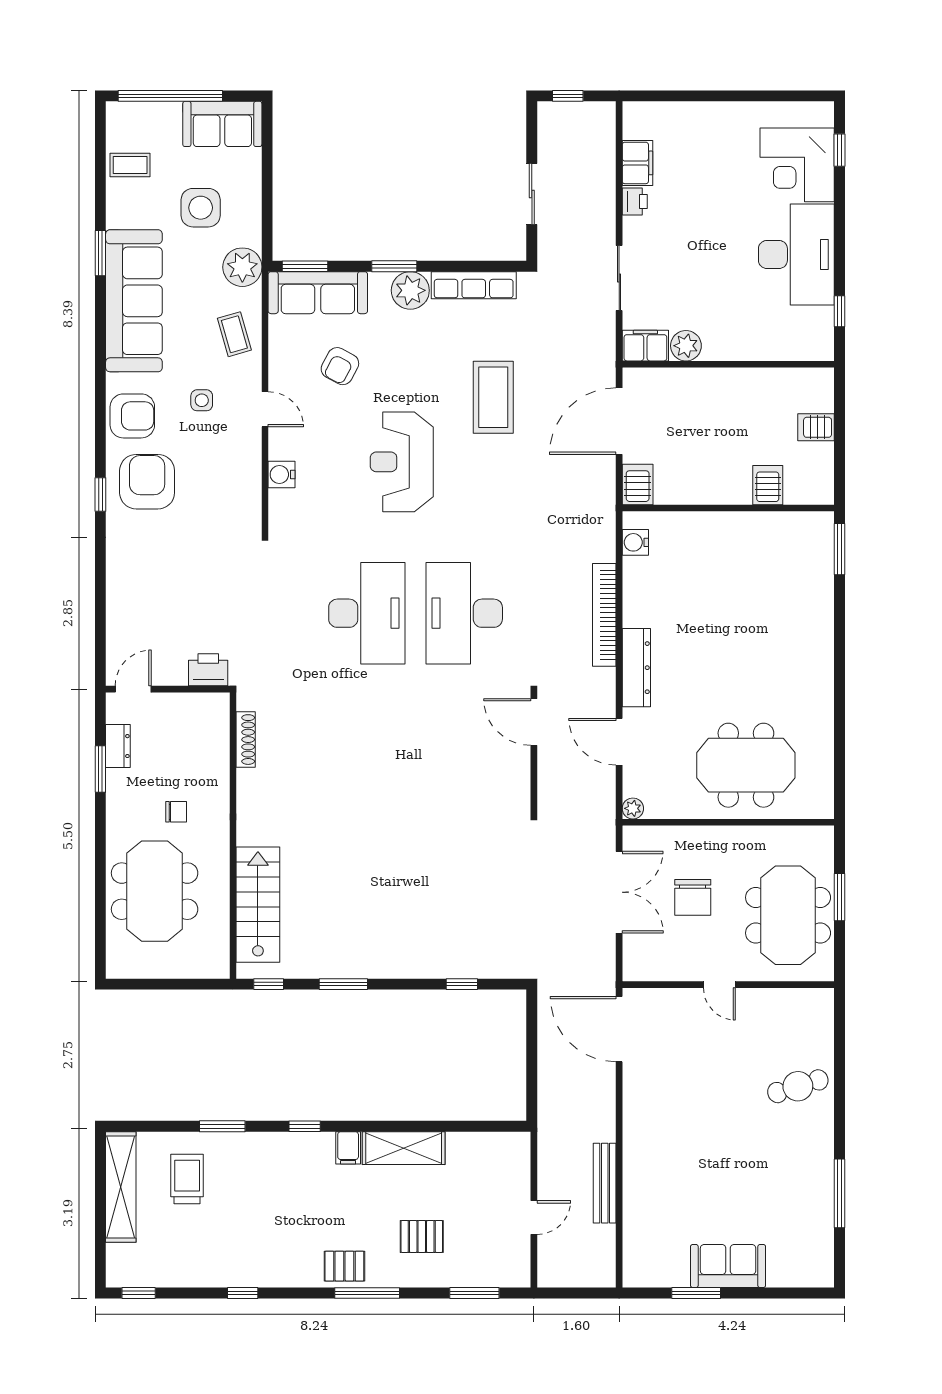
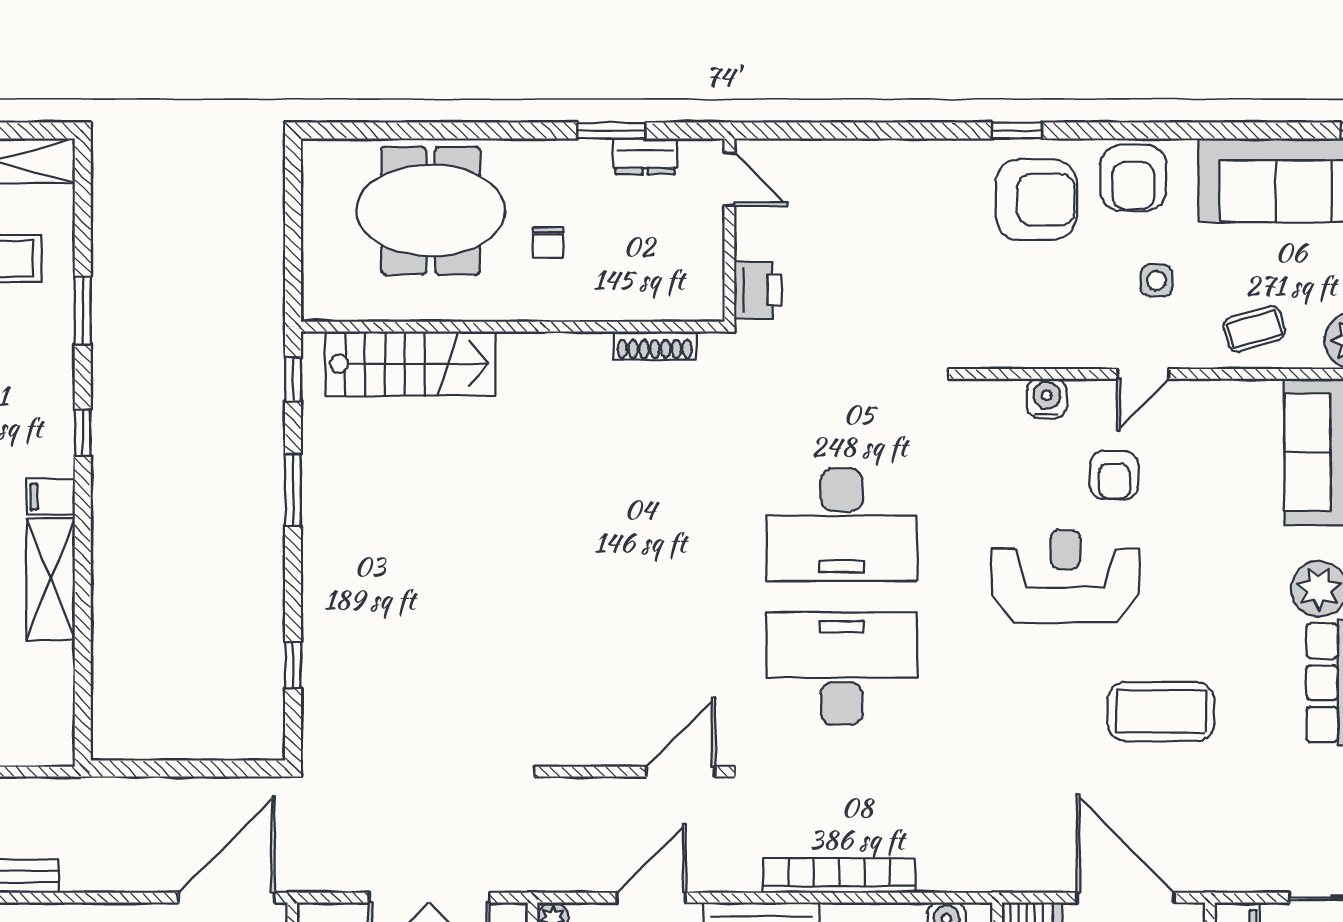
armchair: (340, 366) -> (1114, 475), moved, turned -118

